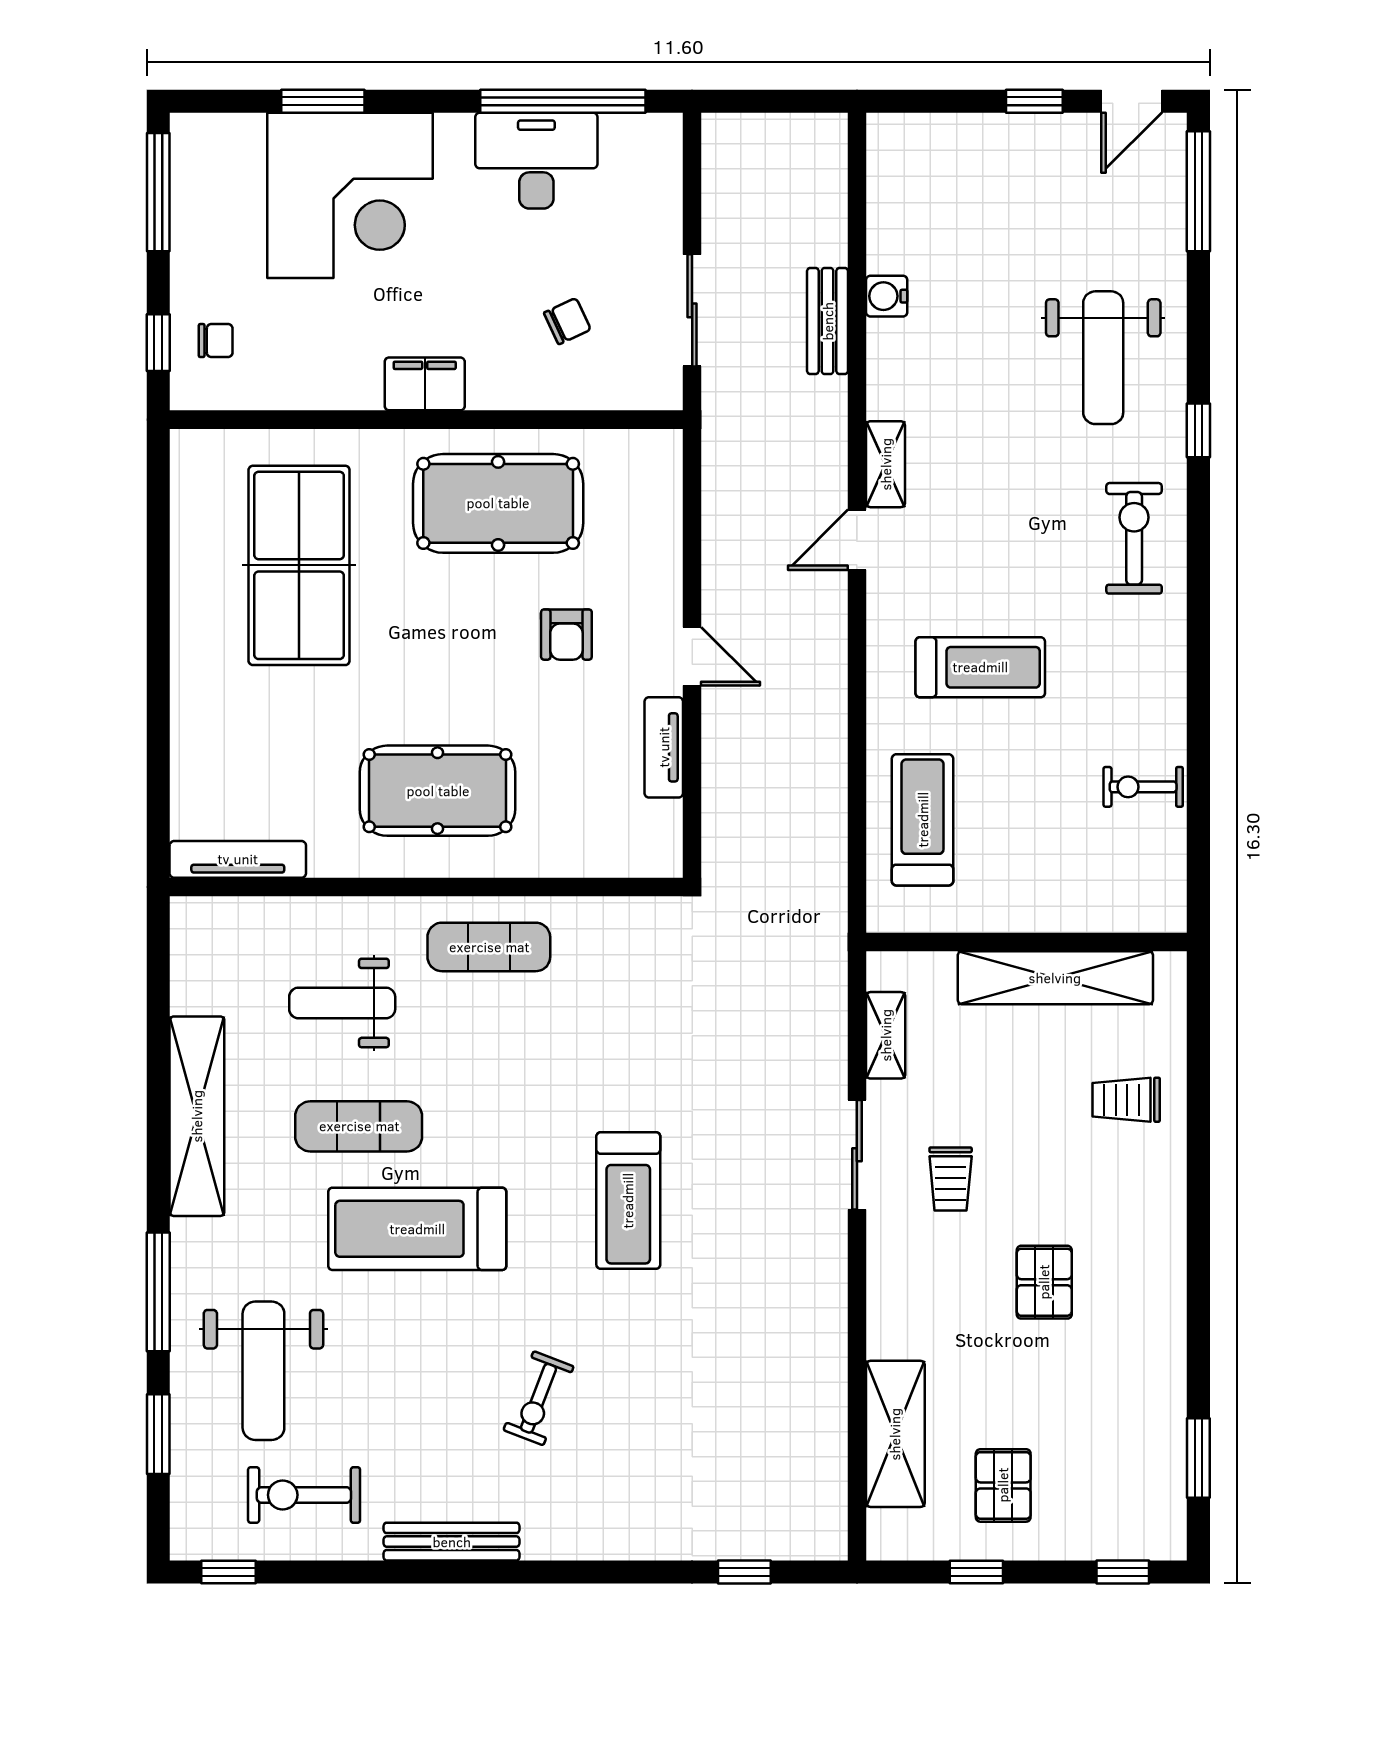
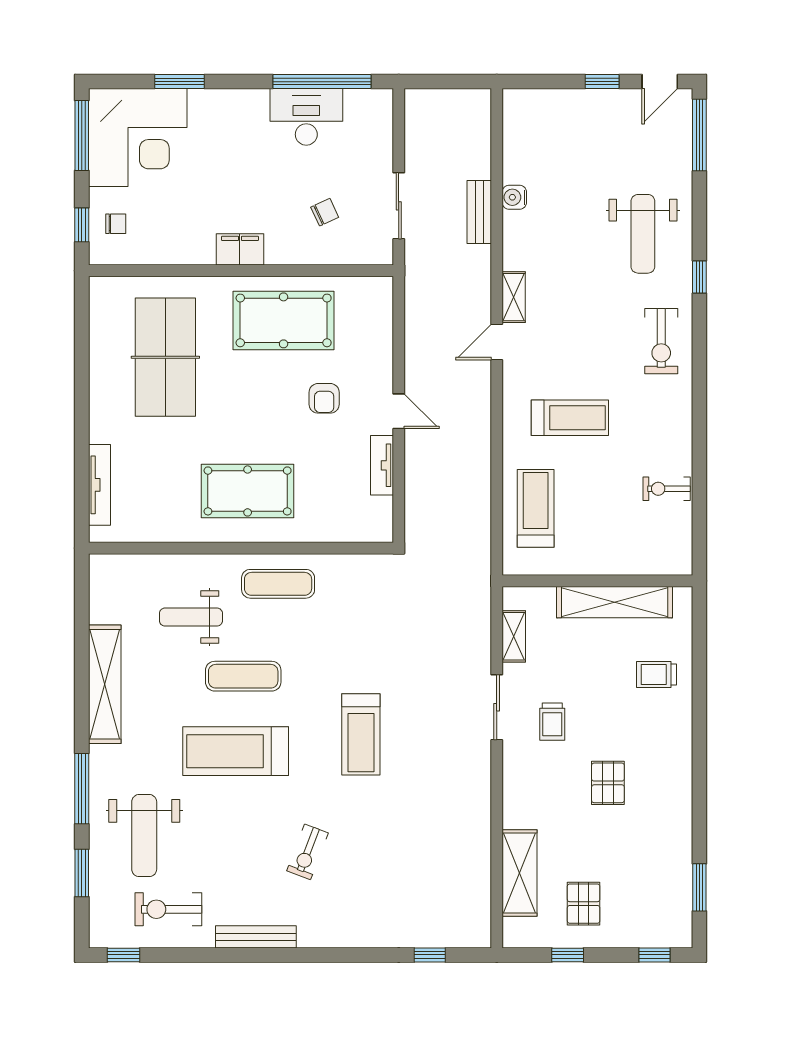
corner desk: (350, 195) -> (138, 137), moved
exercise bike: (1134, 538) -> (661, 341), turned 180
tv unit: (238, 859) -> (99, 485), moved, turned 90
exercise mat: (359, 1126) -> (243, 676), moved

